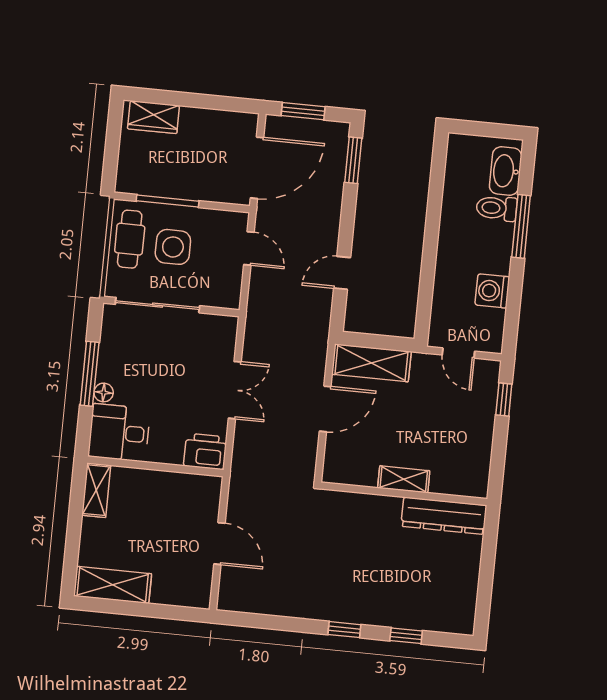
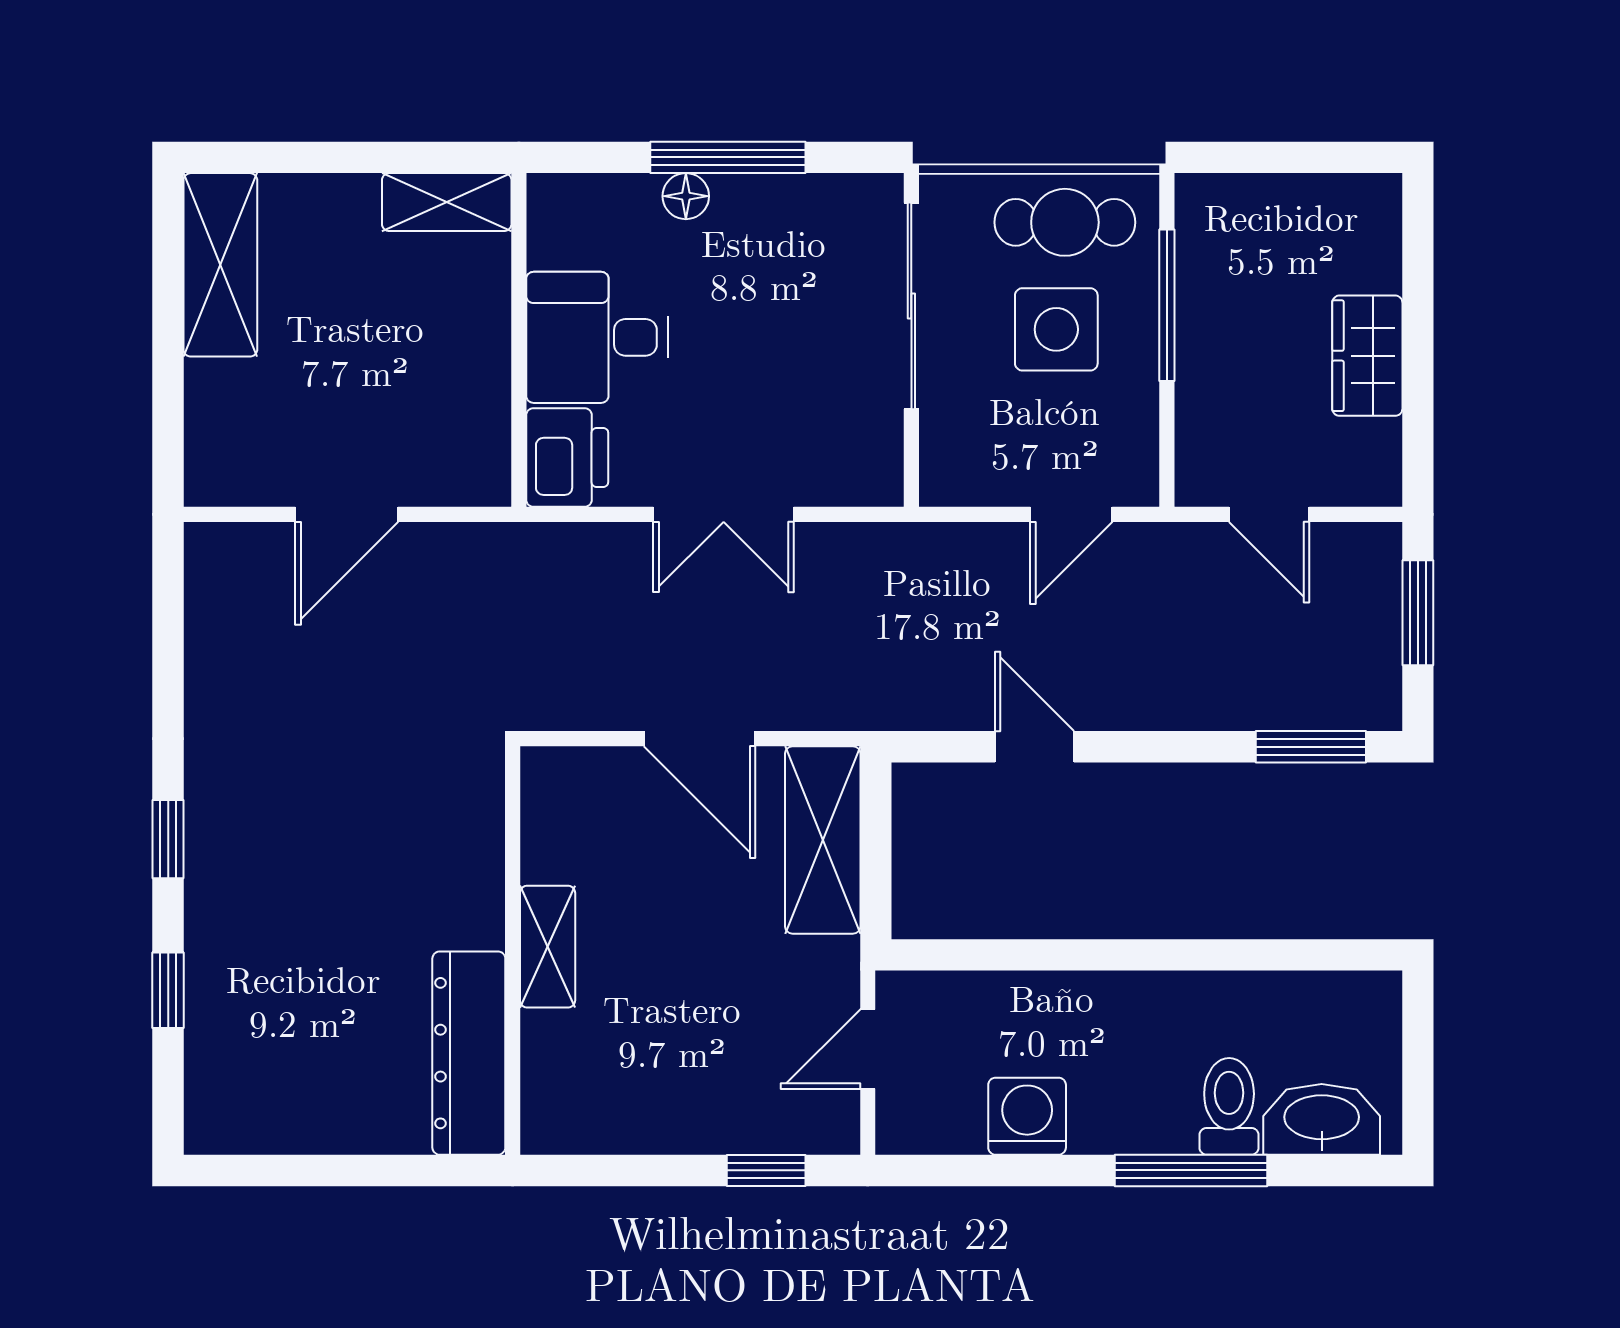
wardrobe: (154, 117) -> (1367, 356), moved
door: (257, 168) -> (1269, 514), width x0.53
desk: (119, 433) -> (597, 337), moved, turned -90

